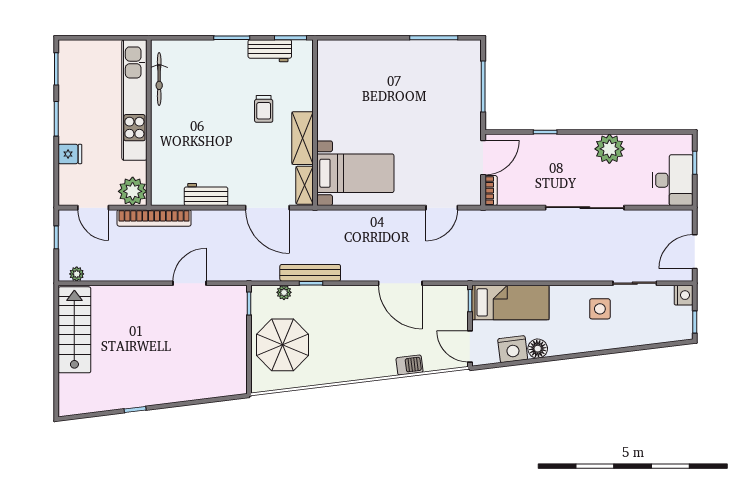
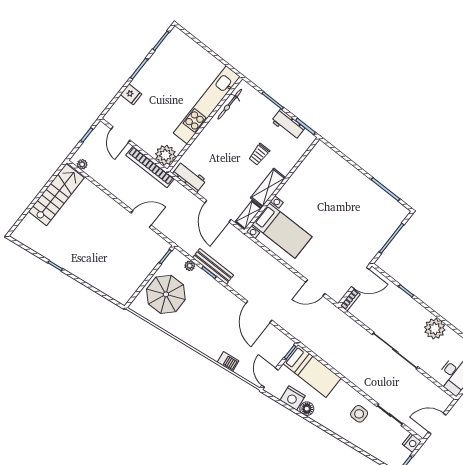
bicycle: (159, 79) -> (230, 104), moved
kitchen unit: (134, 100) -> (207, 105), moved
wall: (149, 123) -> (205, 124), moved
plant: (133, 191) -> (165, 155), moved

